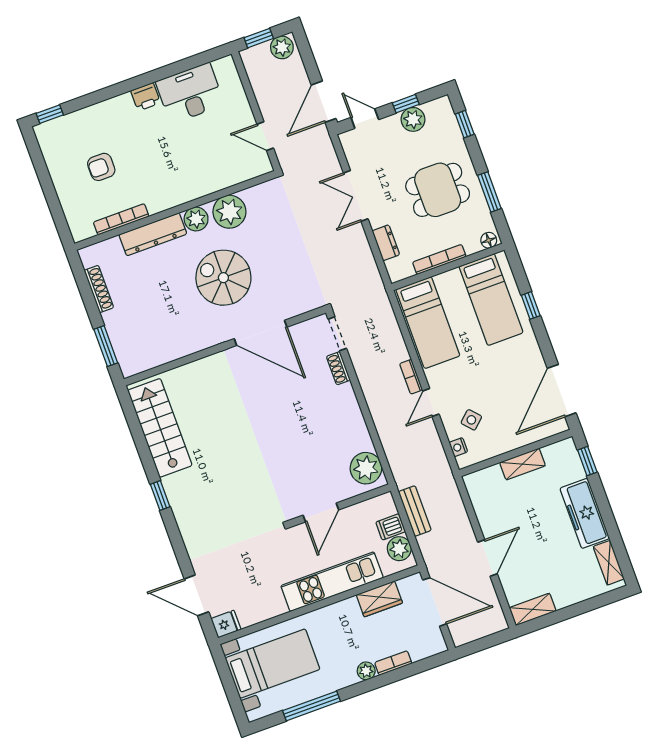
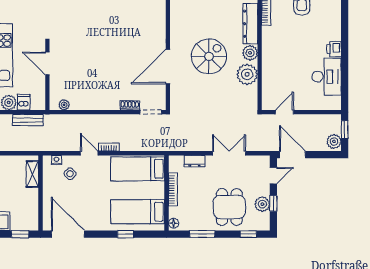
dining table: (438, 190) -> (229, 207), moved
shelving: (523, 464) -> (32, 174), moved
plant: (366, 468) -> (64, 105), width x0.53, depth x0.53

